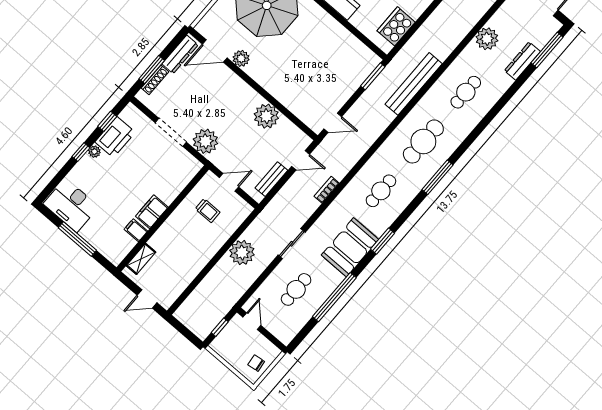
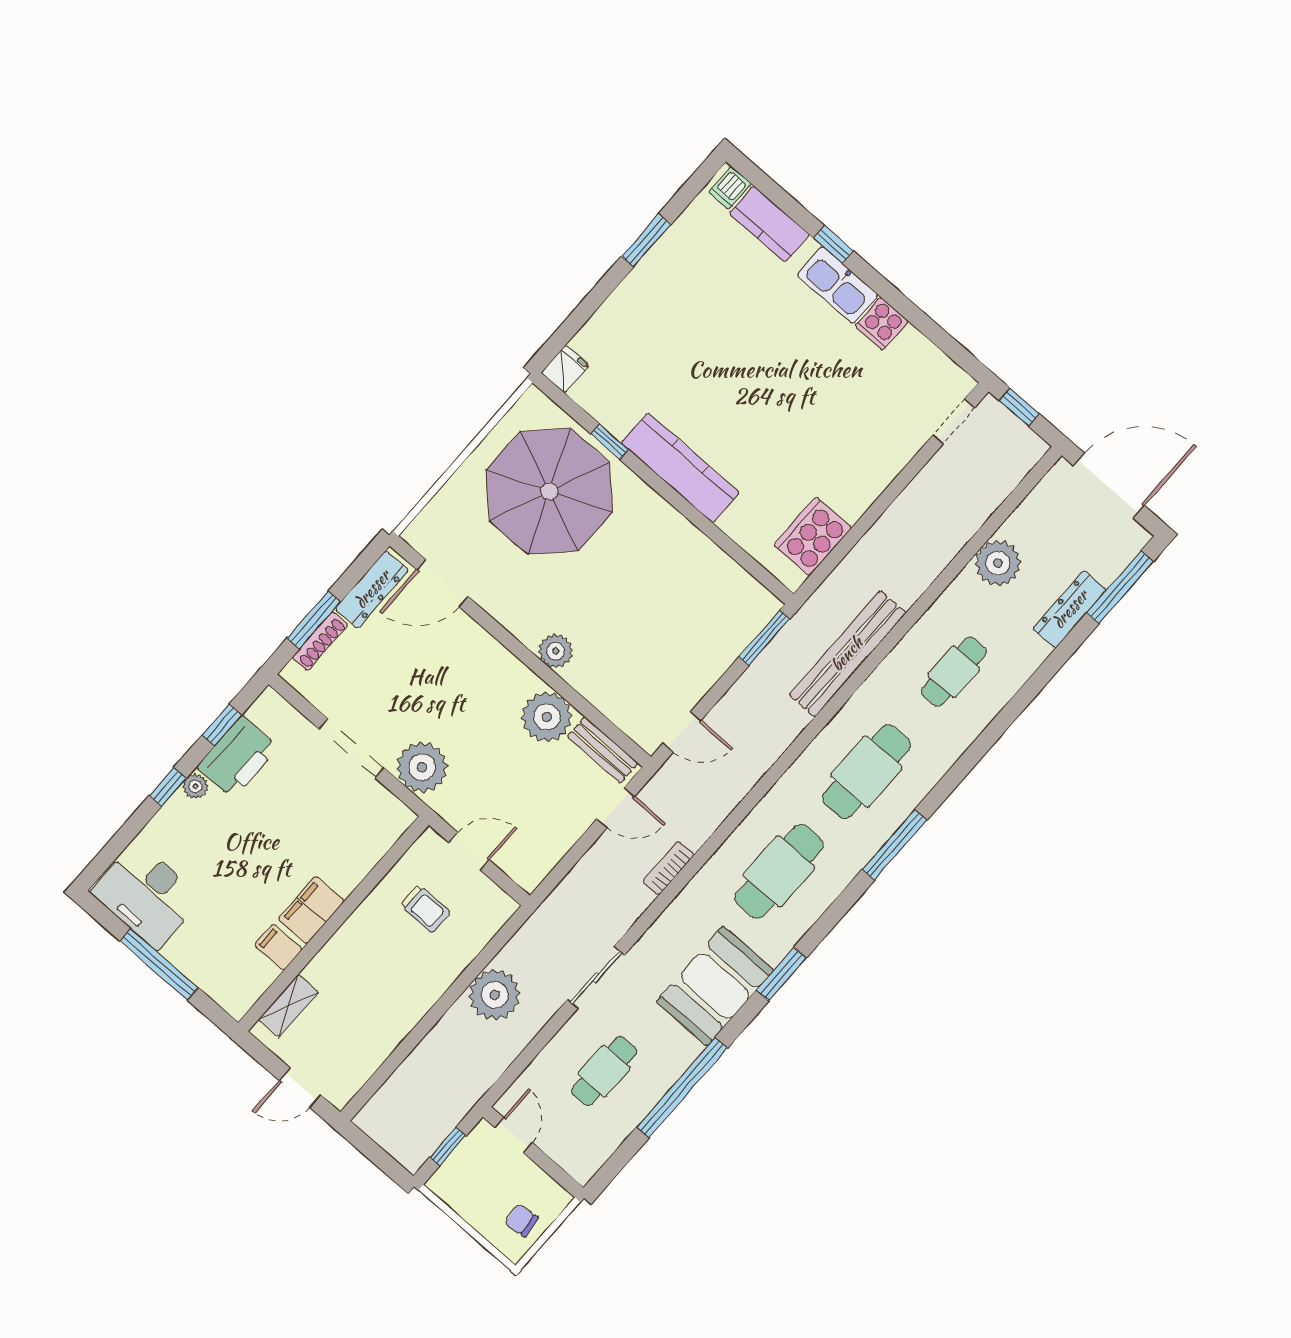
plant: (241, 58) -> (556, 651), moved
bench: (271, 179) -> (603, 750), moved, turned 90
cafe table: (381, 191) -> (779, 871), width x1.37, depth x1.35

